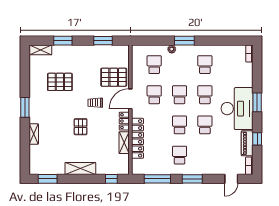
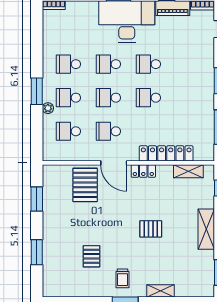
shelving: (41, 50) -> (49, 282), removed
pallet: (60, 82) -> (91, 256), width x0.67, depth x0.71
trolley: (95, 103) -> (122, 278), moved
shelving: (124, 143) -> (188, 171), moved
school desk: (180, 155) -> (68, 98), moved

